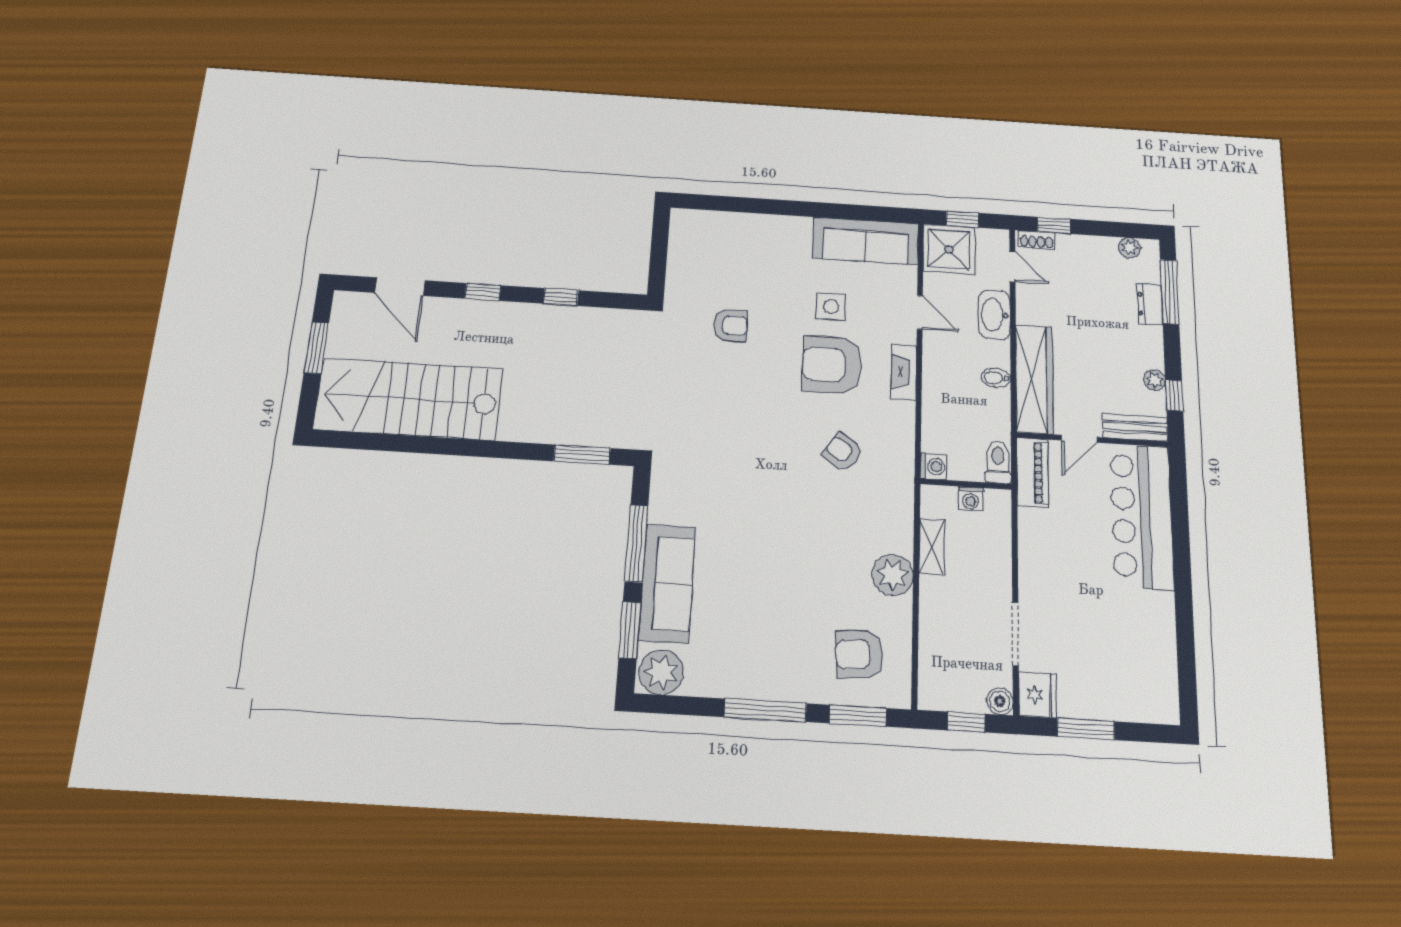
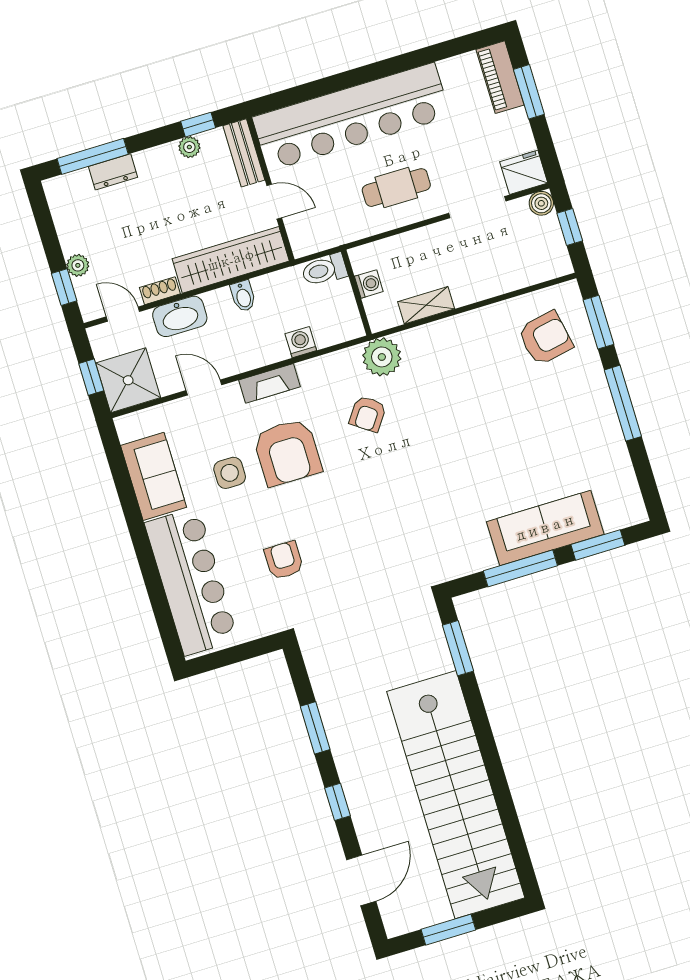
bar counter: (742, 238) -> (191, 581), added
shoe rack: (1037, 240) -> (160, 291), moved, turned -90
sofa: (866, 241) -> (154, 476), width x0.73
plant: (1129, 248) -> (78, 265), moved
door: (1012, 266) -> (123, 314), hinge flipped
window: (561, 297) -> (315, 728), width x1.50
door: (920, 312) -> (204, 388), hinge flipped
stairs: (409, 399) -> (456, 795), width x1.36
washing machine: (934, 466) -> (301, 342), moved
piano: (1032, 472) -> (500, 77), moved, turned -90
bar counter: (1142, 516) -> (351, 117), width x1.36
cafe table: (1059, 560) -> (396, 188), added
plant: (893, 575) -> (382, 357), moved
armchair: (860, 654) -> (545, 338), turned -98
plant: (661, 672) -> (624, 504), removed
window: (1086, 729) -> (529, 92), moved

